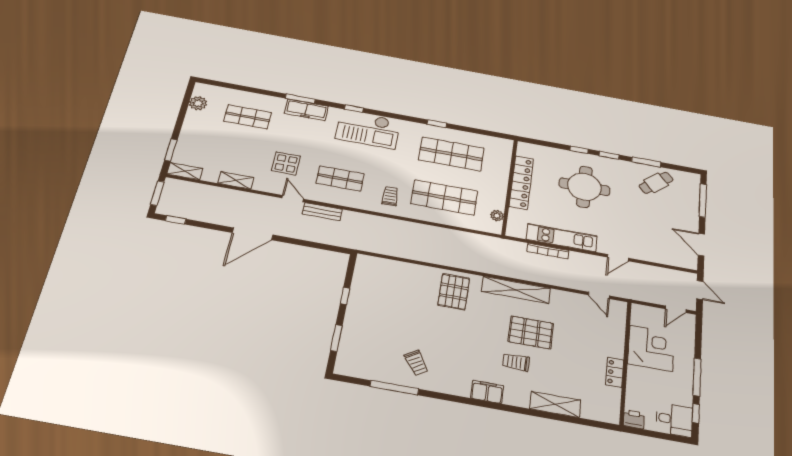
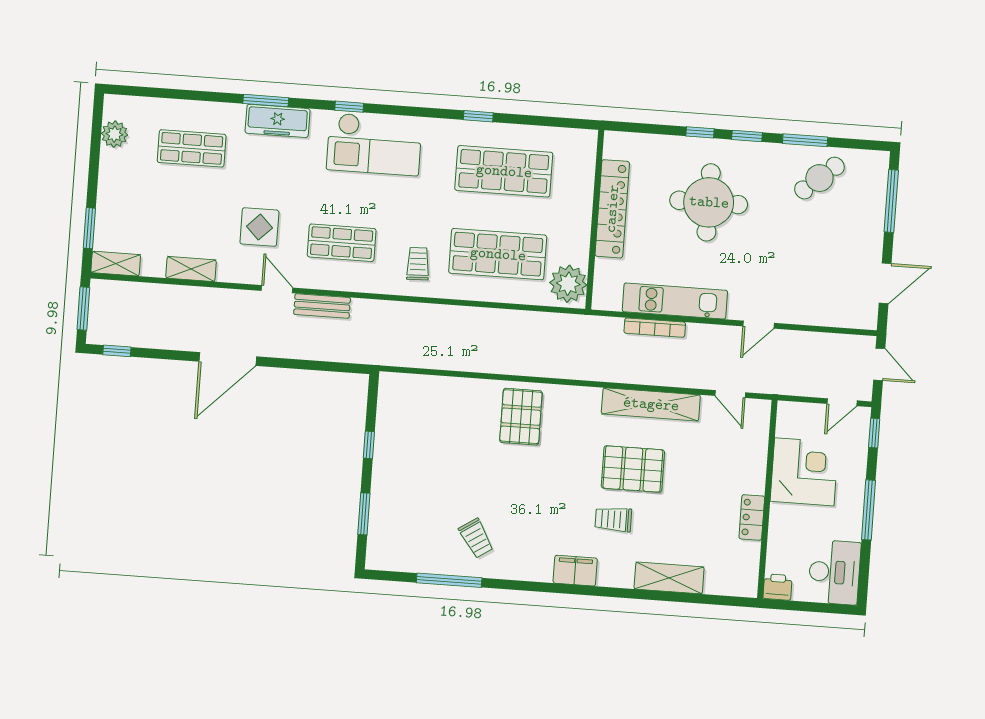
plant: (497, 216) -> (568, 284), width x1.87, depth x1.87
door: (701, 245) -> (885, 283), swing flipped
shelving: (516, 290) -> (651, 404), moved
window: (696, 413) -> (874, 433), moved
desk: (674, 420) -> (834, 572), width x1.37

